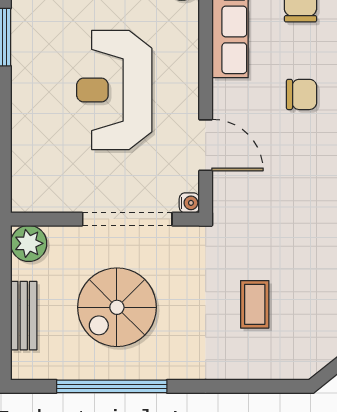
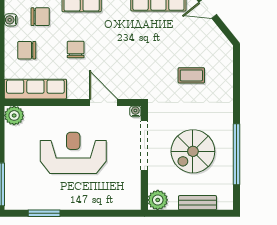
reception desk: (114, 90) -> (73, 153), turned 180
door: (206, 145) -> (104, 102), hinge flipped
spiral stairs: (117, 307) -> (193, 151), turned 90

